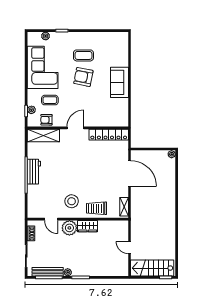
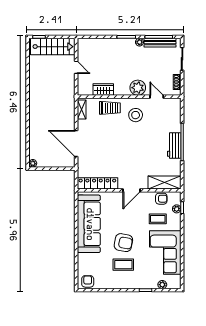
armchair: (118, 39) -> (88, 281), added
sofa: (120, 82) -> (89, 224), width x1.85, depth x1.27
wardrobe: (88, 226) -> (103, 90), moved

